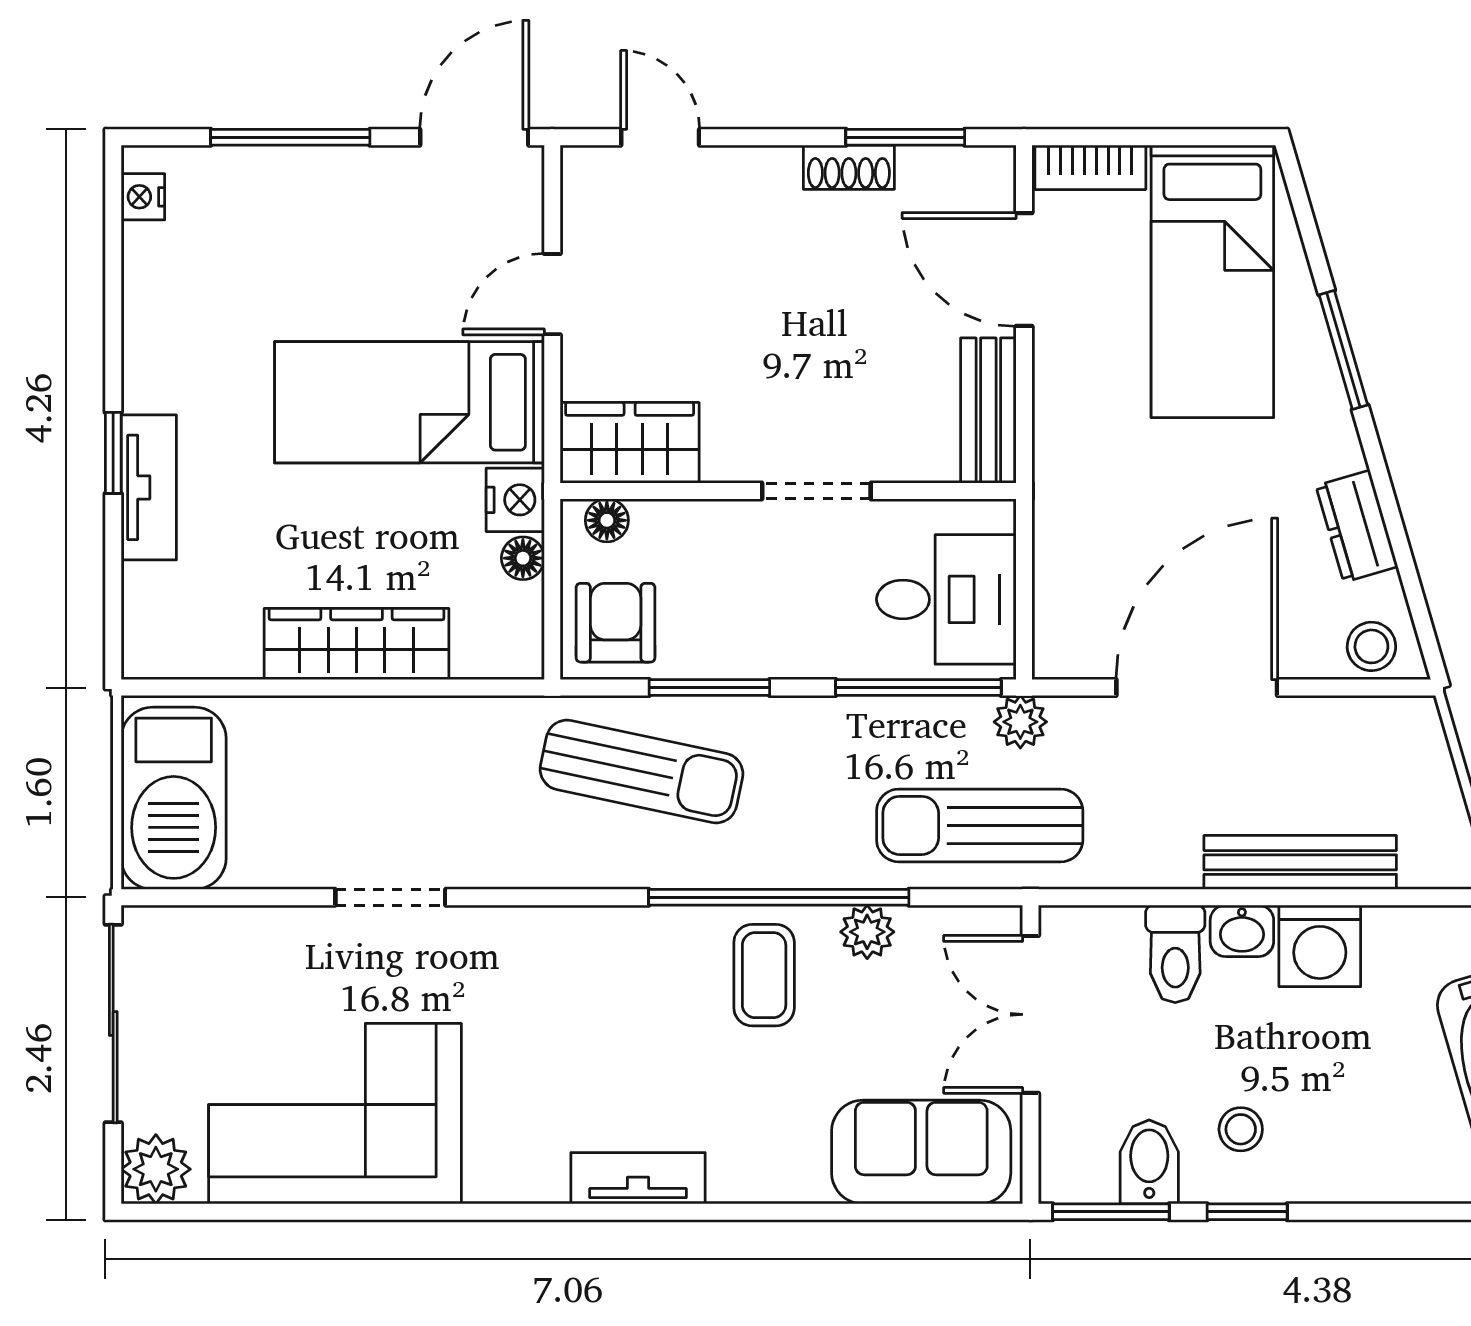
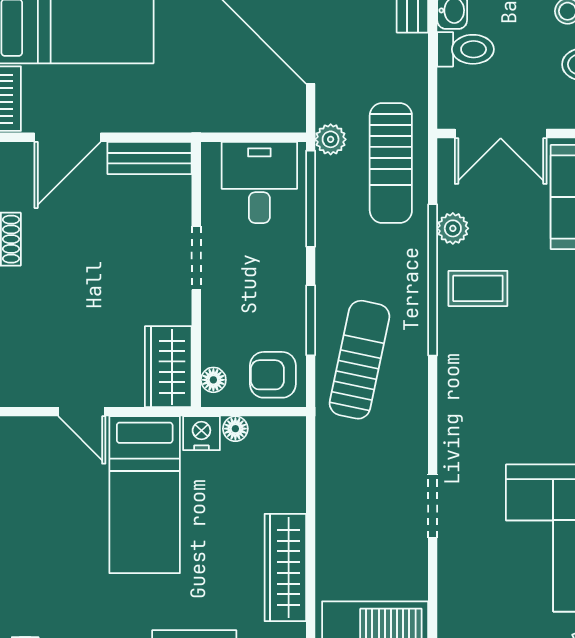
wardrobe: (357, 644) -> (285, 567), moved

